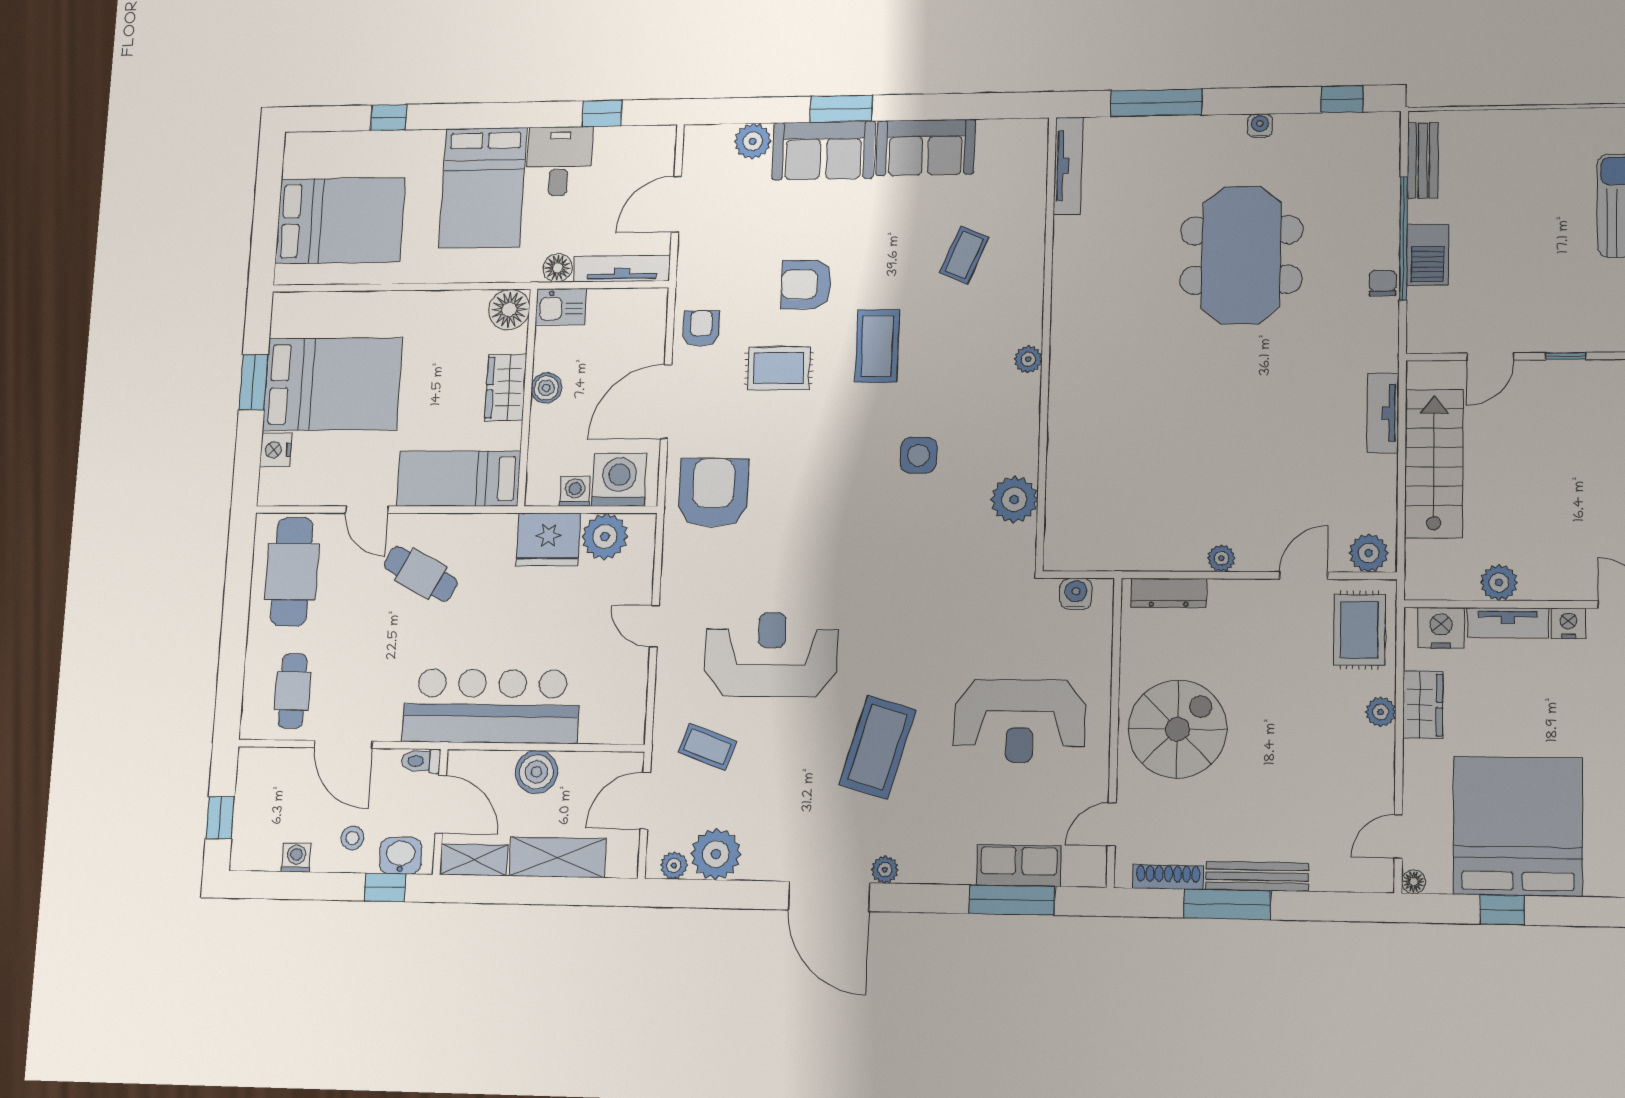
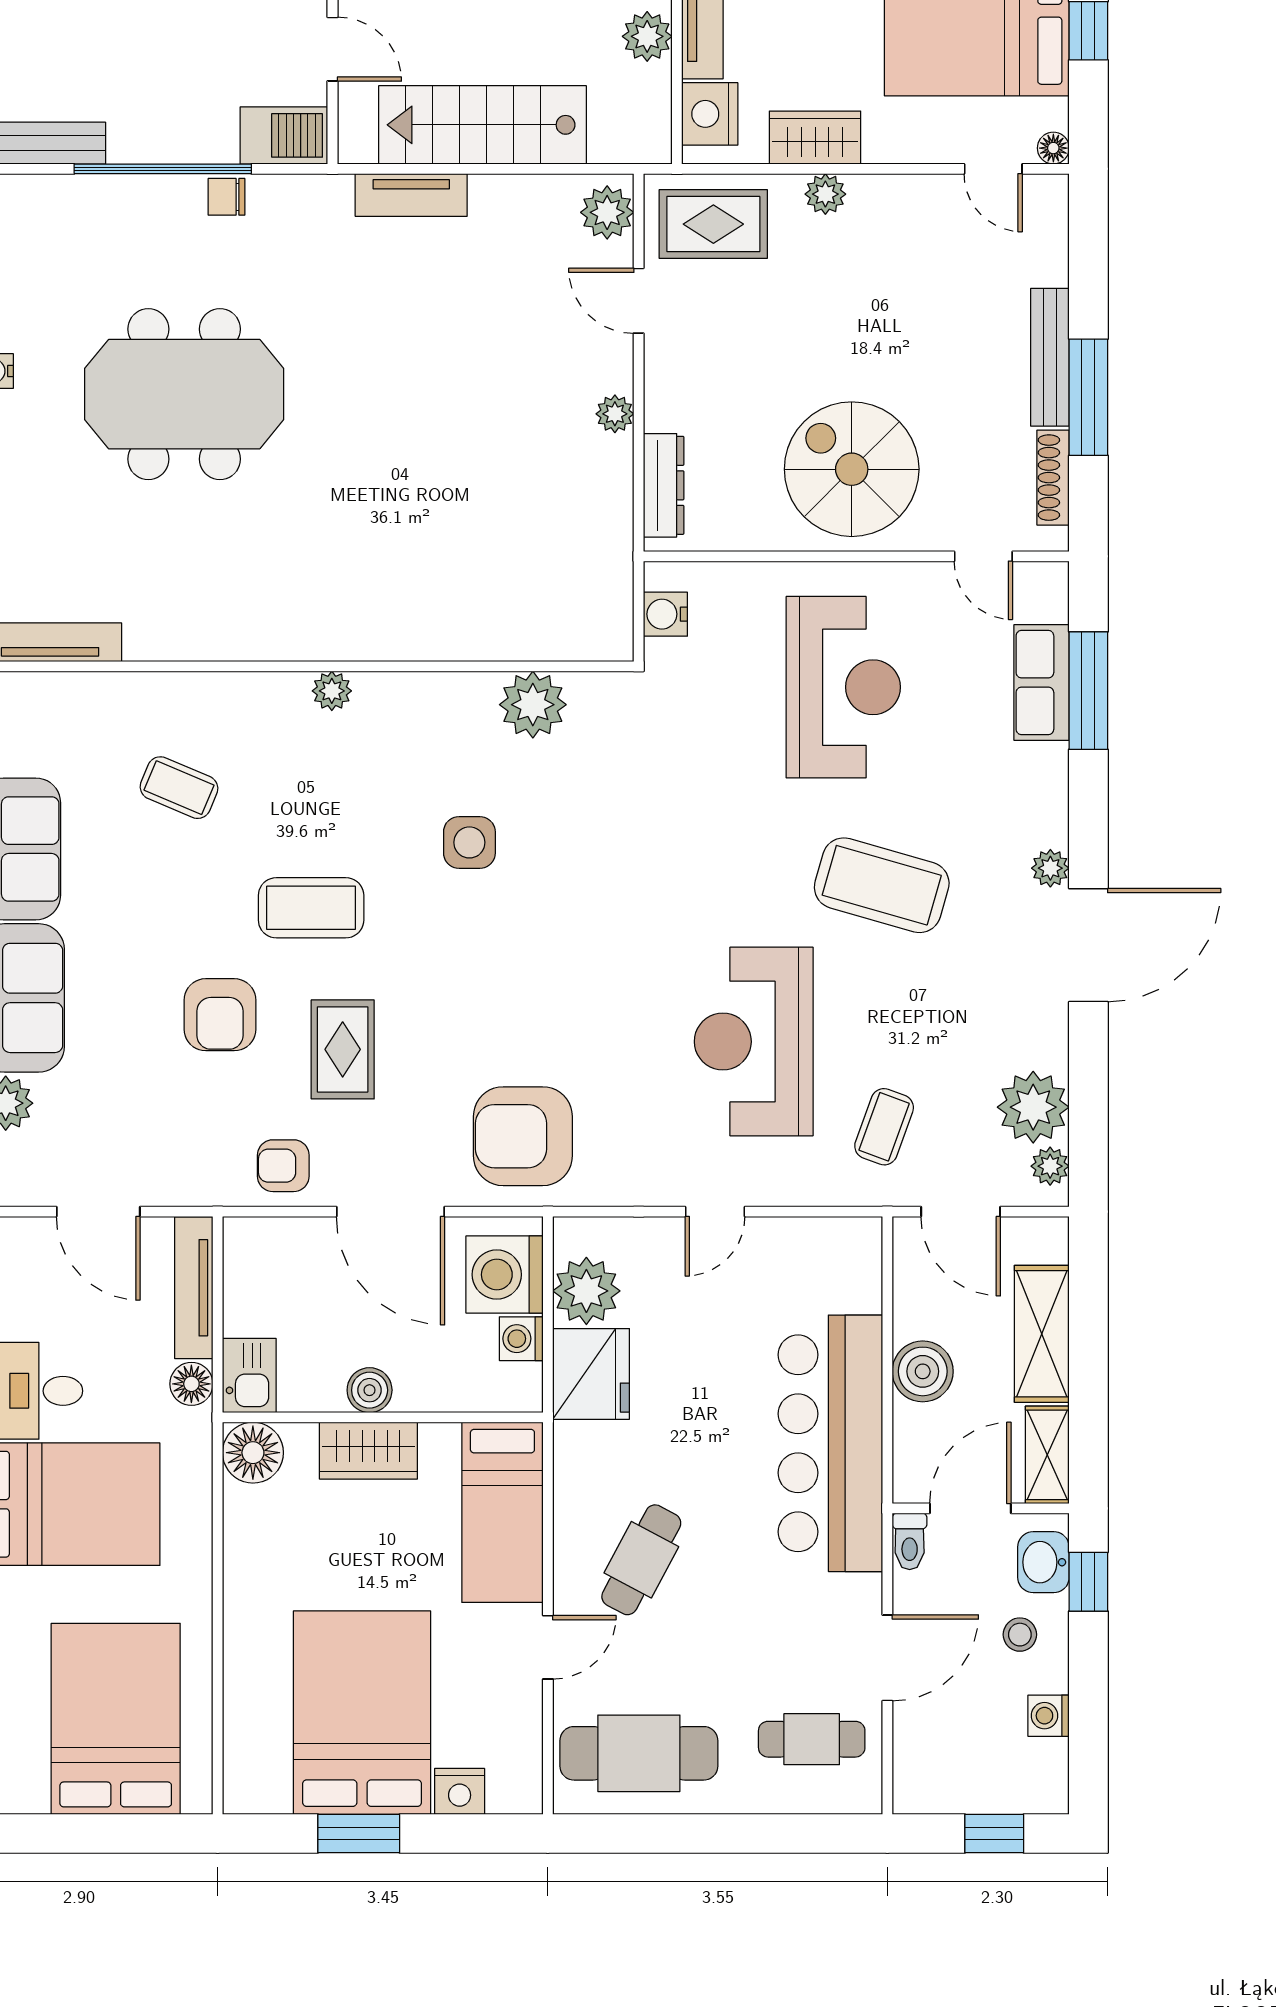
barbecue: (1428, 255) -> (284, 135), moved

